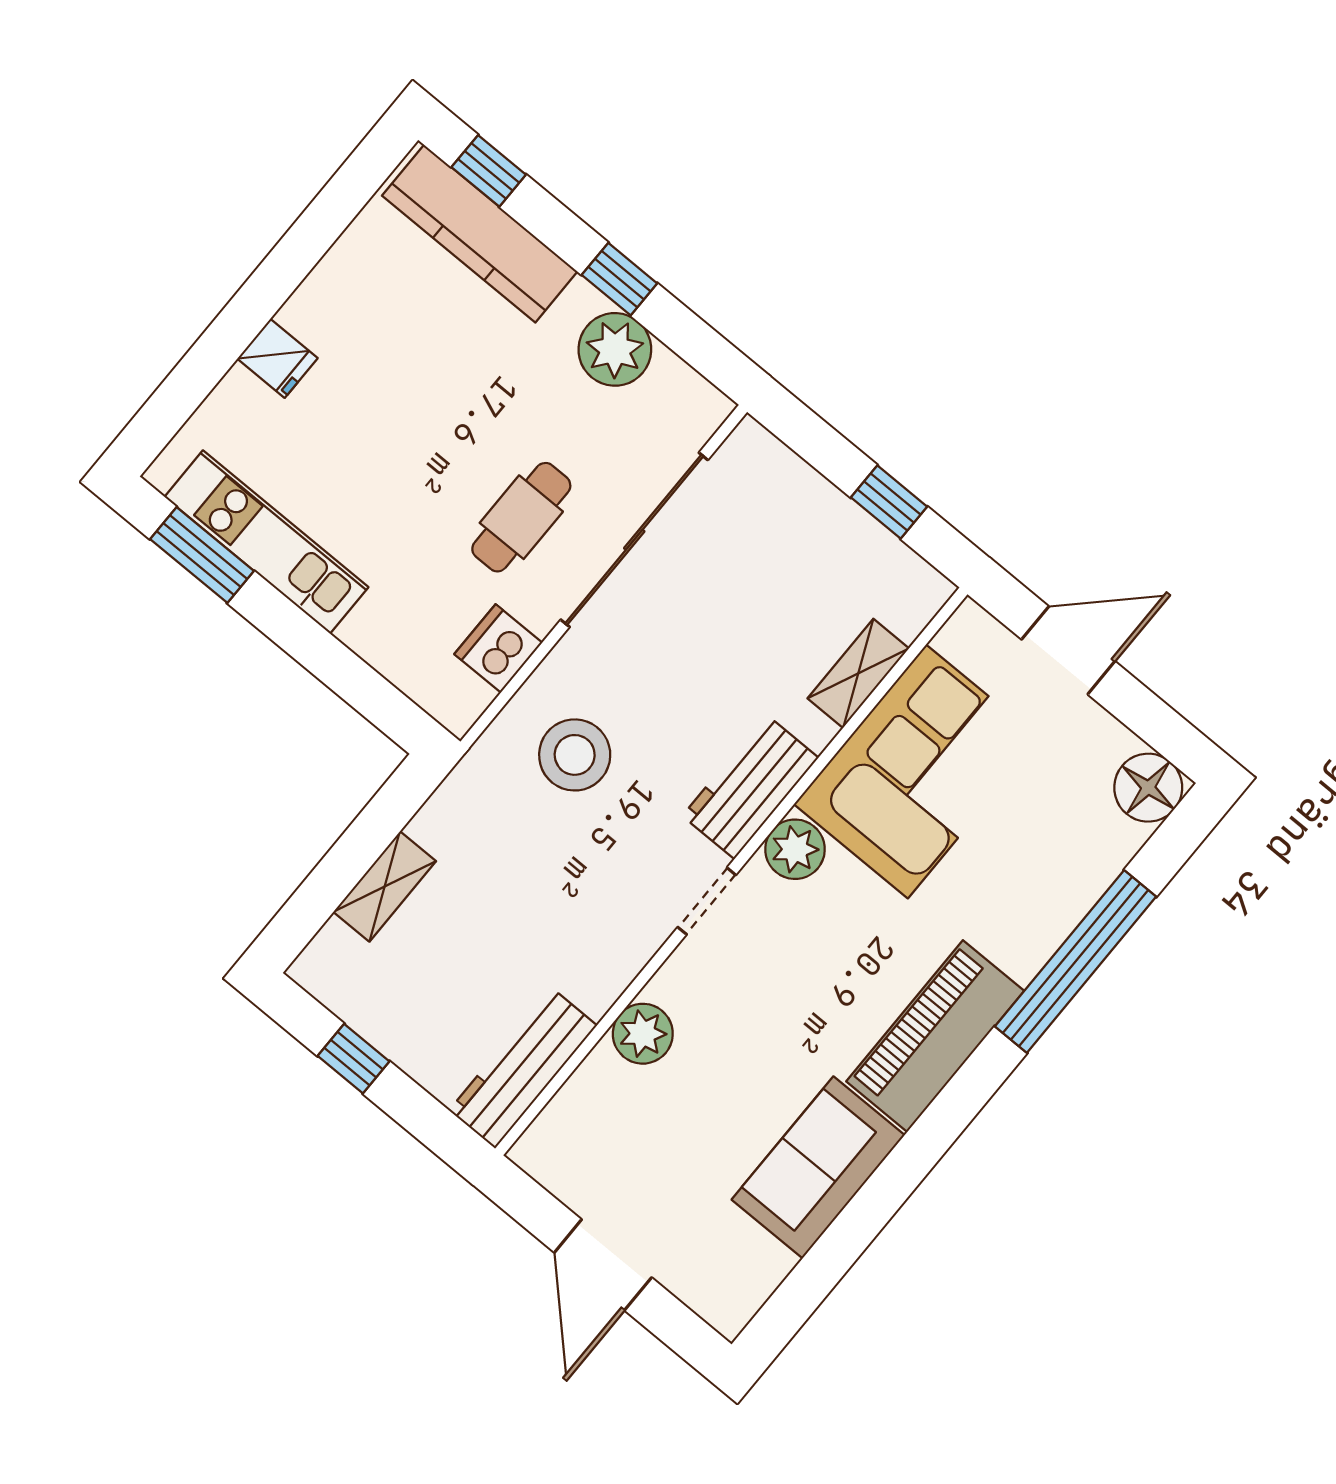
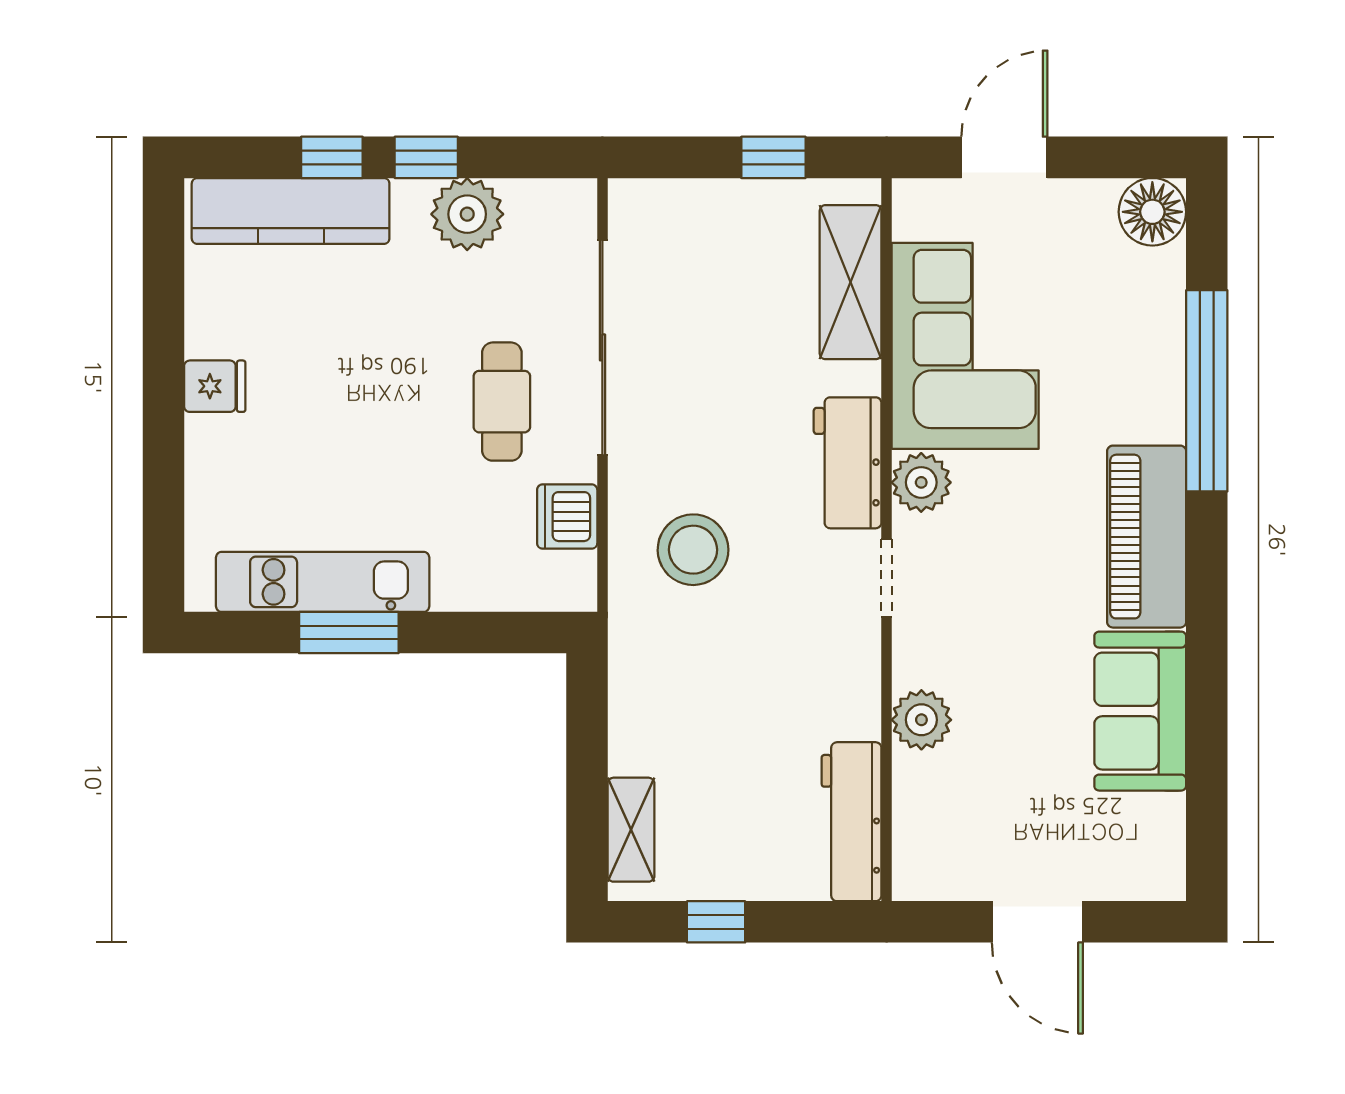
window: (489, 171) -> (332, 157), moved
fridge: (277, 358) -> (215, 386), moved
window: (202, 555) -> (349, 633), moved
shelving: (858, 673) -> (851, 282), width x1.50, depth x1.33
shelving: (385, 887) -> (631, 830), moved

